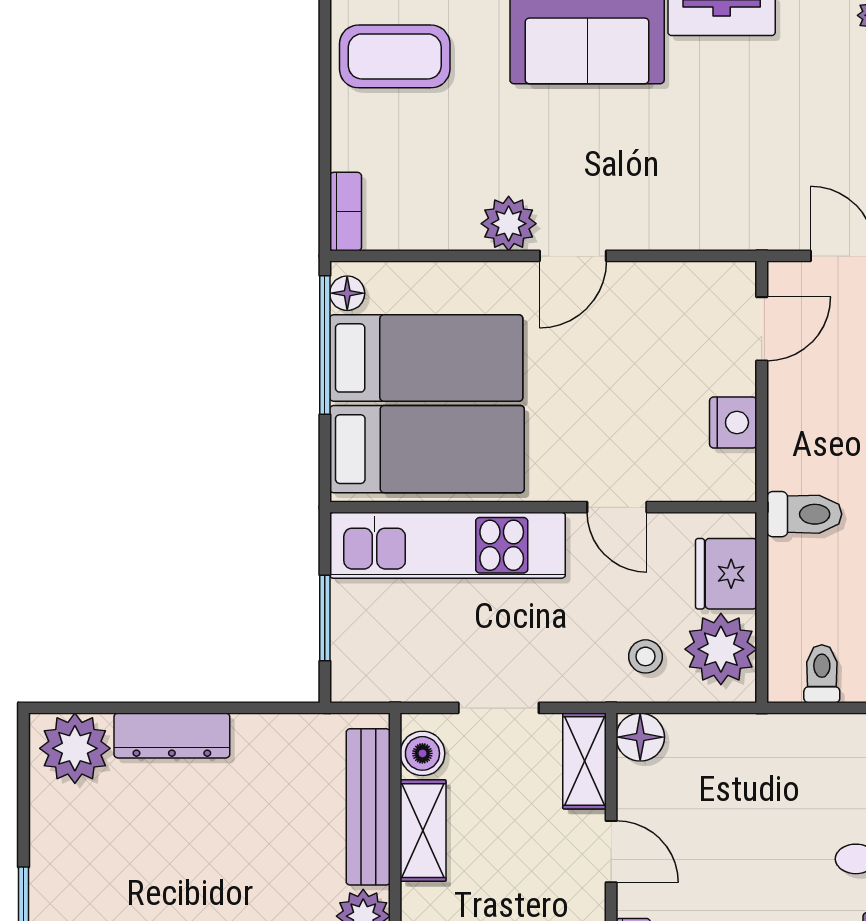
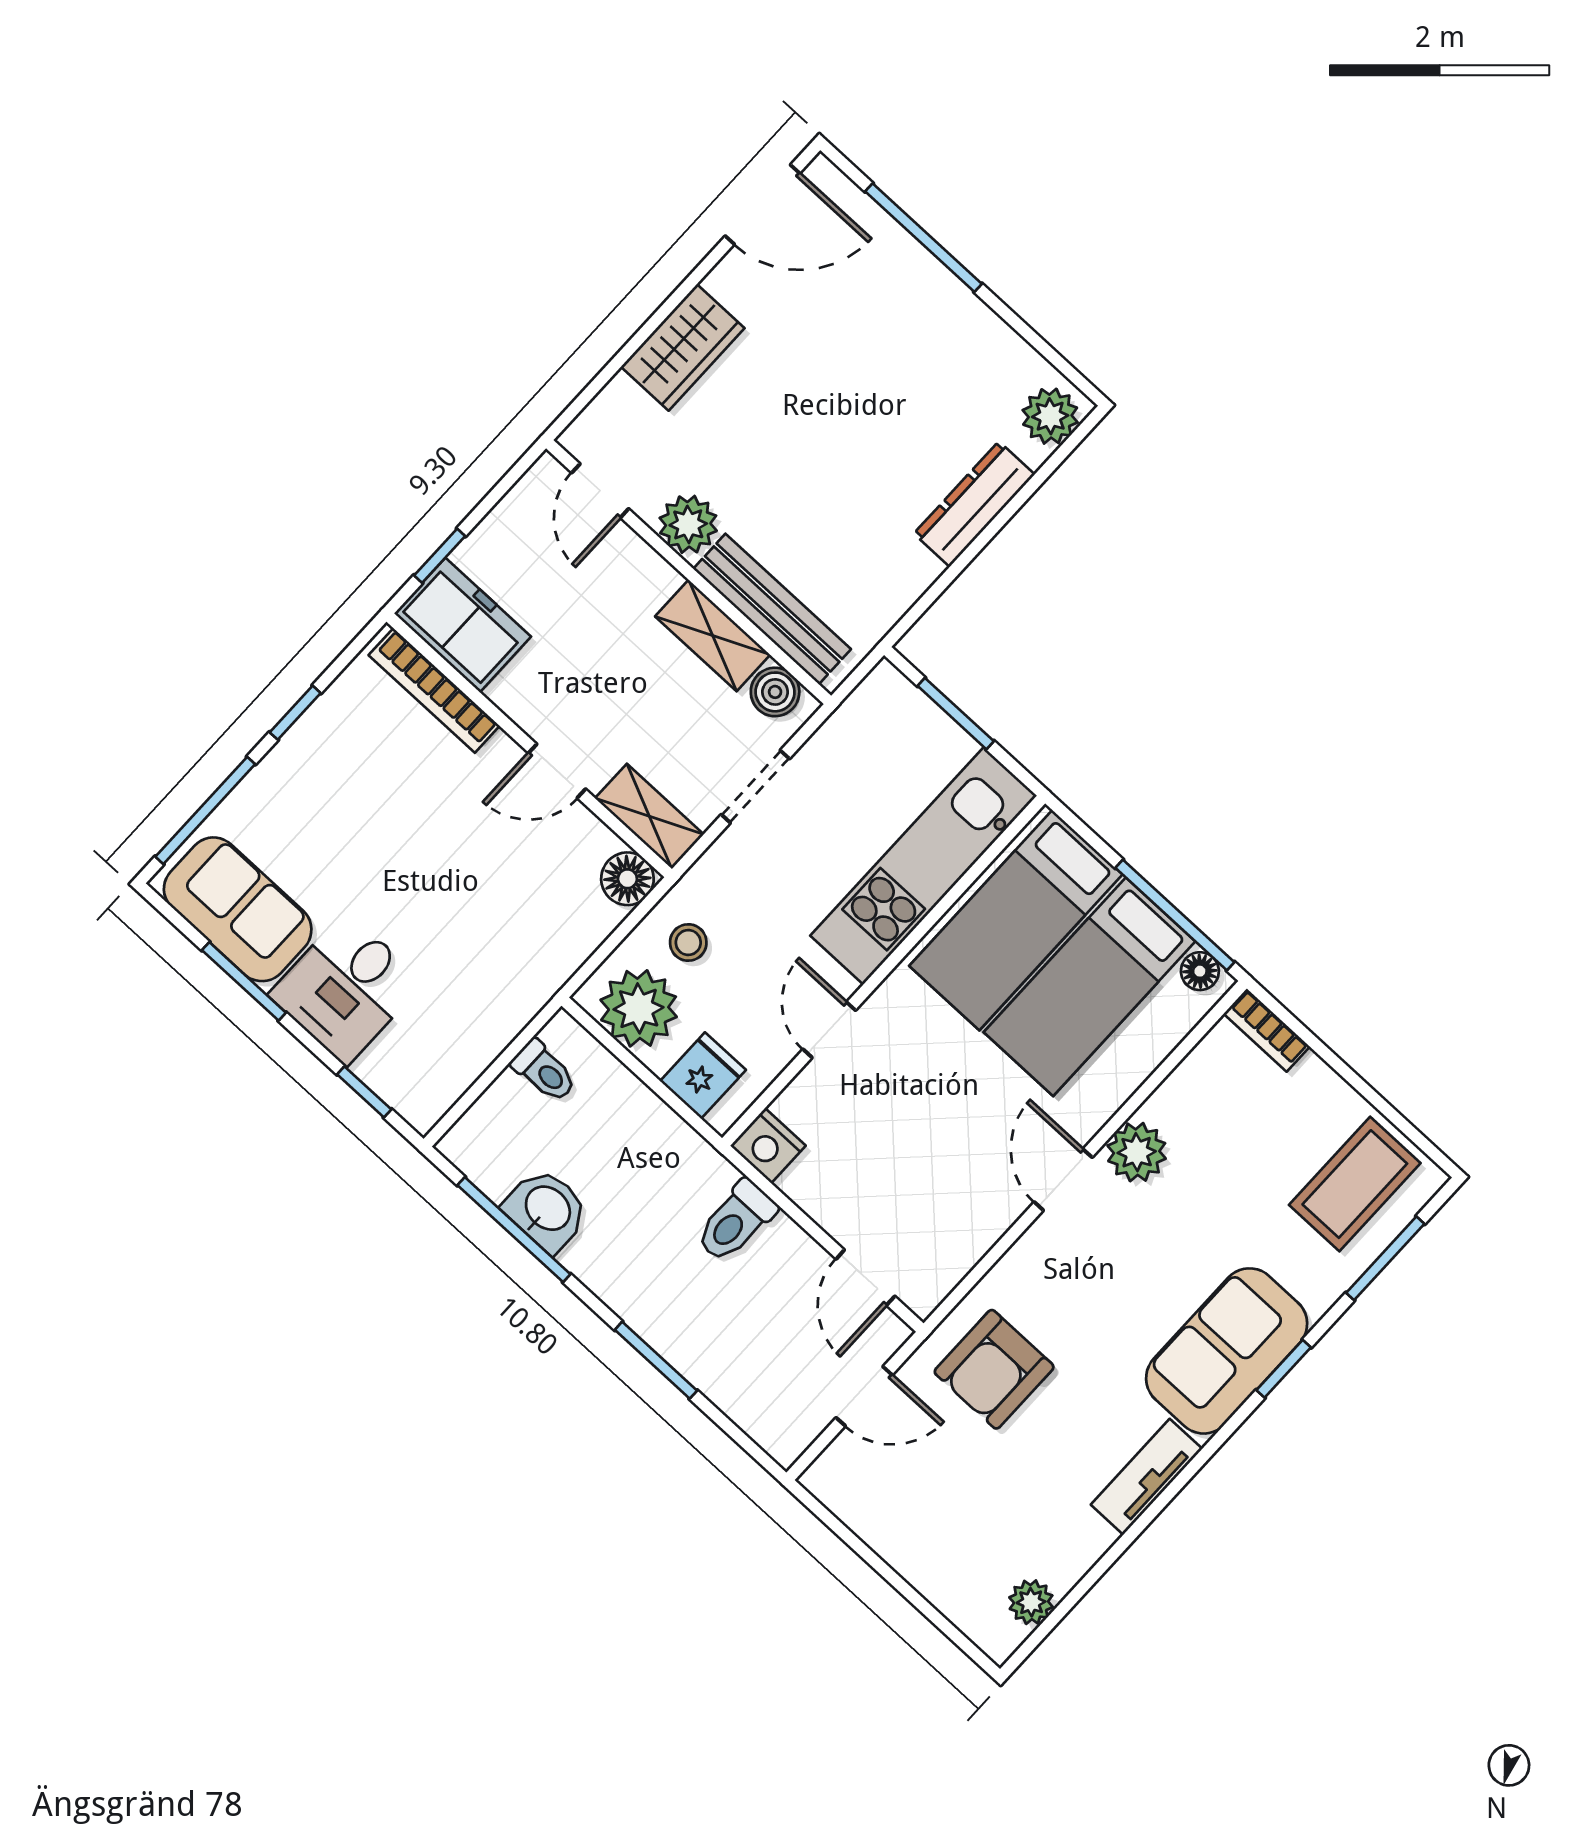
armchair: (744, 185) -> (994, 1369), added
nightstand: (733, 423) -> (768, 1146), moved
door: (617, 507) -> (829, 1030), hinge flipped
toilet: (804, 514) -> (736, 1221), moved
fridge: (726, 574) -> (703, 1076), width x0.72
plant: (75, 748) -> (1050, 416), width x0.73, depth x0.73

